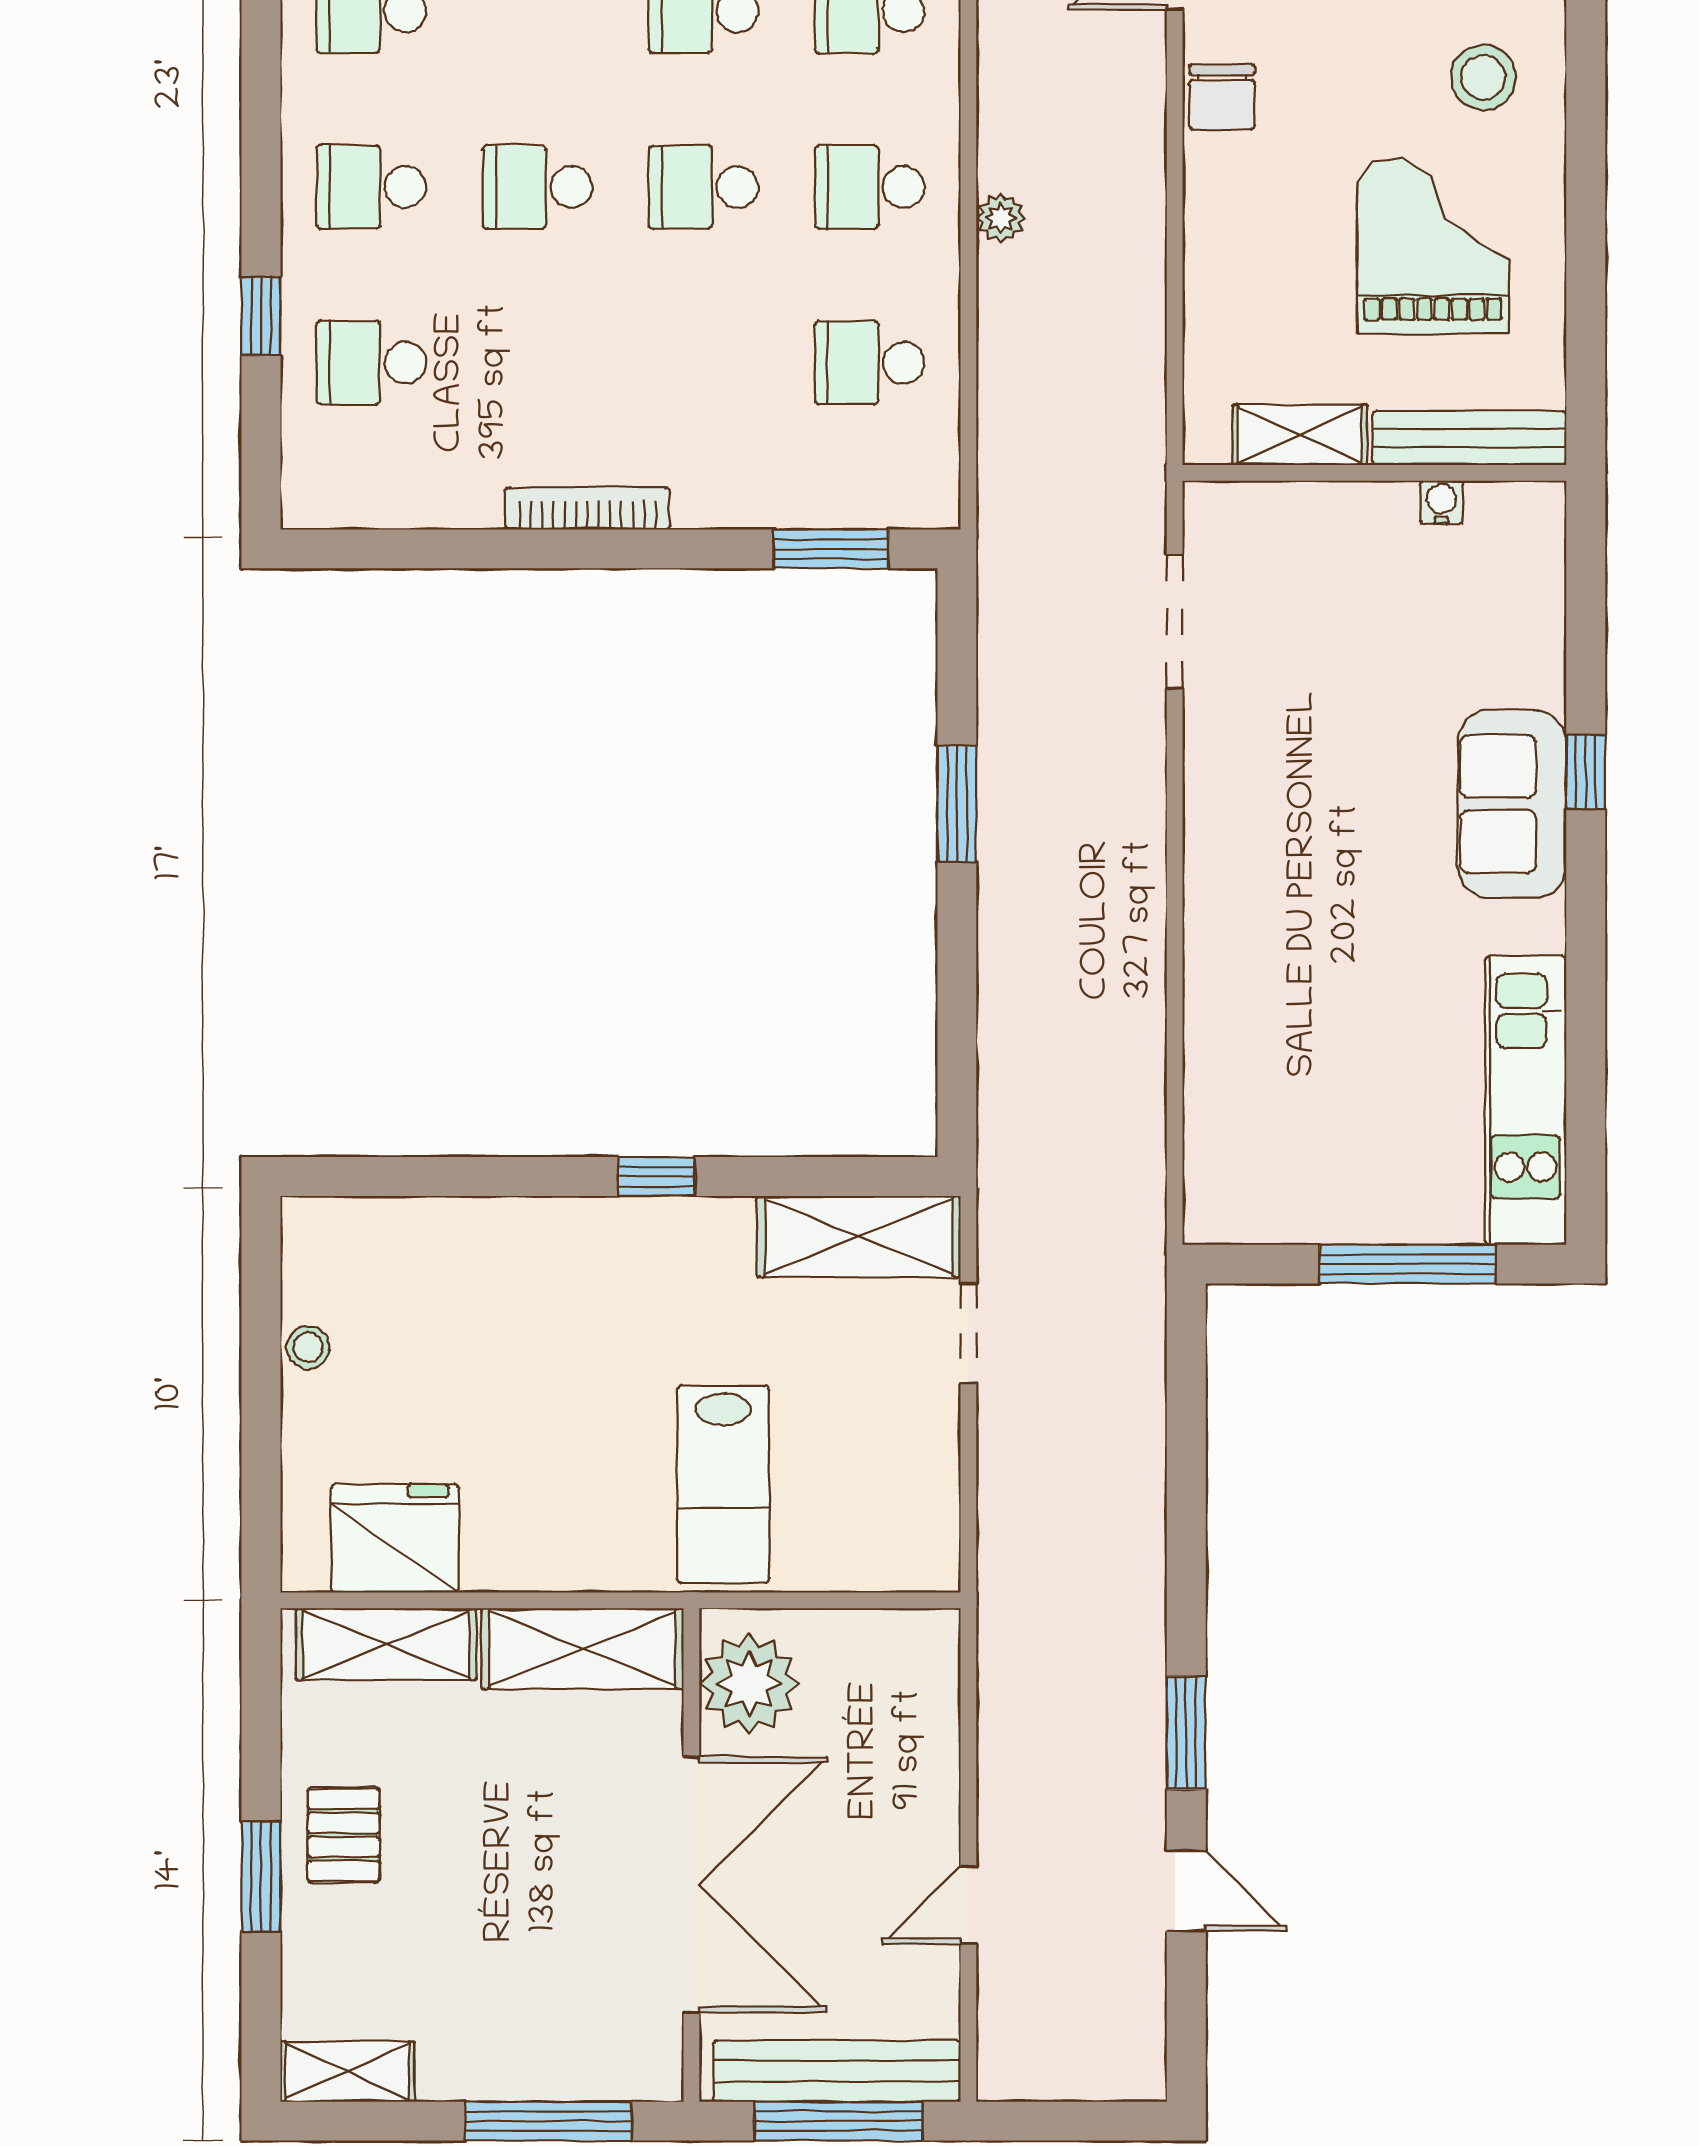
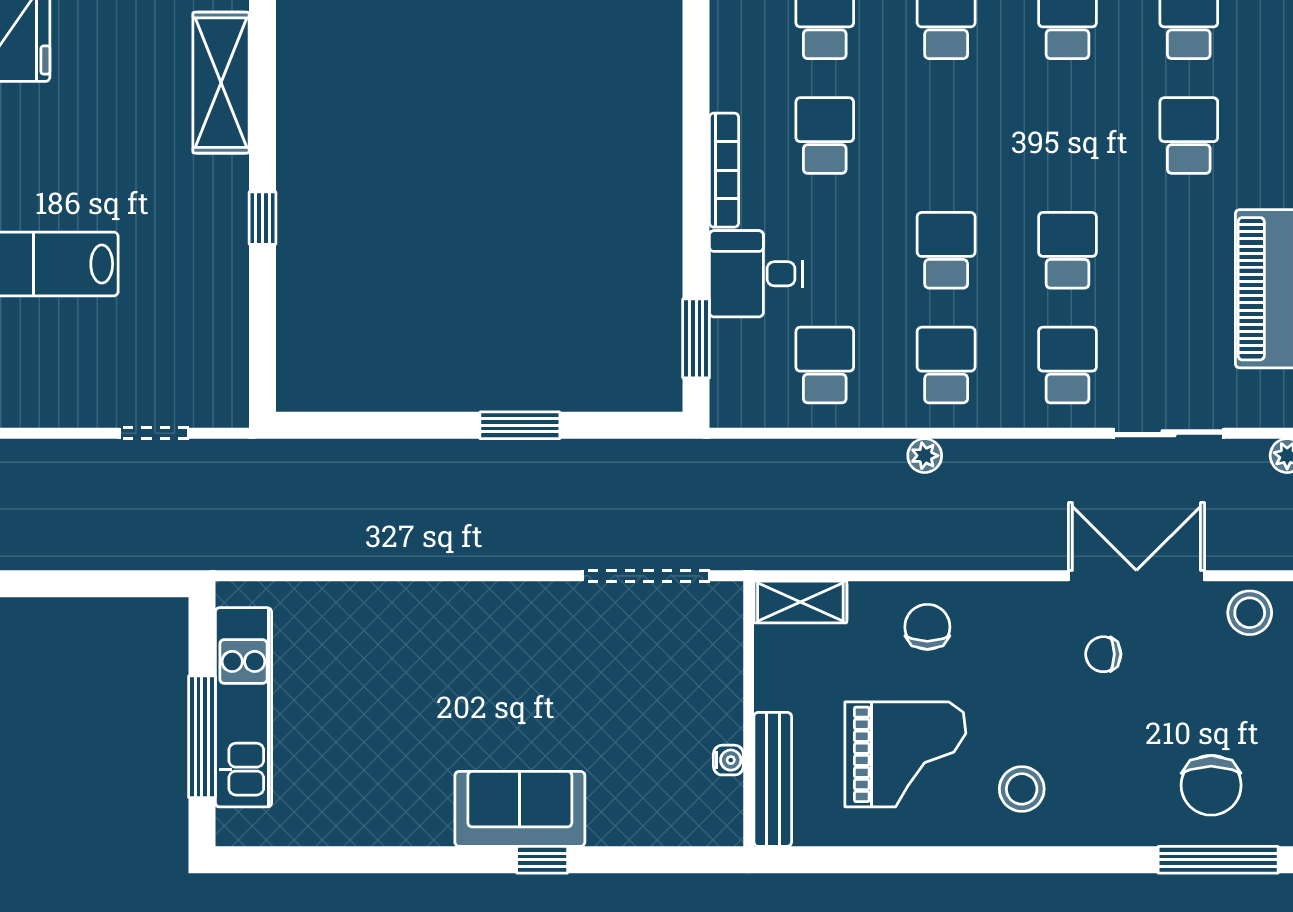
chair: (1222, 97) -> (927, 627), moved, turned 90
school desk: (537, 187) -> (825, 136), moved
shelving: (1300, 435) -> (800, 602), moved, turned 90
desk: (737, 462) -> (756, 274), added
doorway: (1175, 621) -> (646, 576), width x1.36
kitchen unit: (1526, 1101) -> (243, 707), moved, turned 90
shelving: (859, 1237) -> (221, 83), moved

